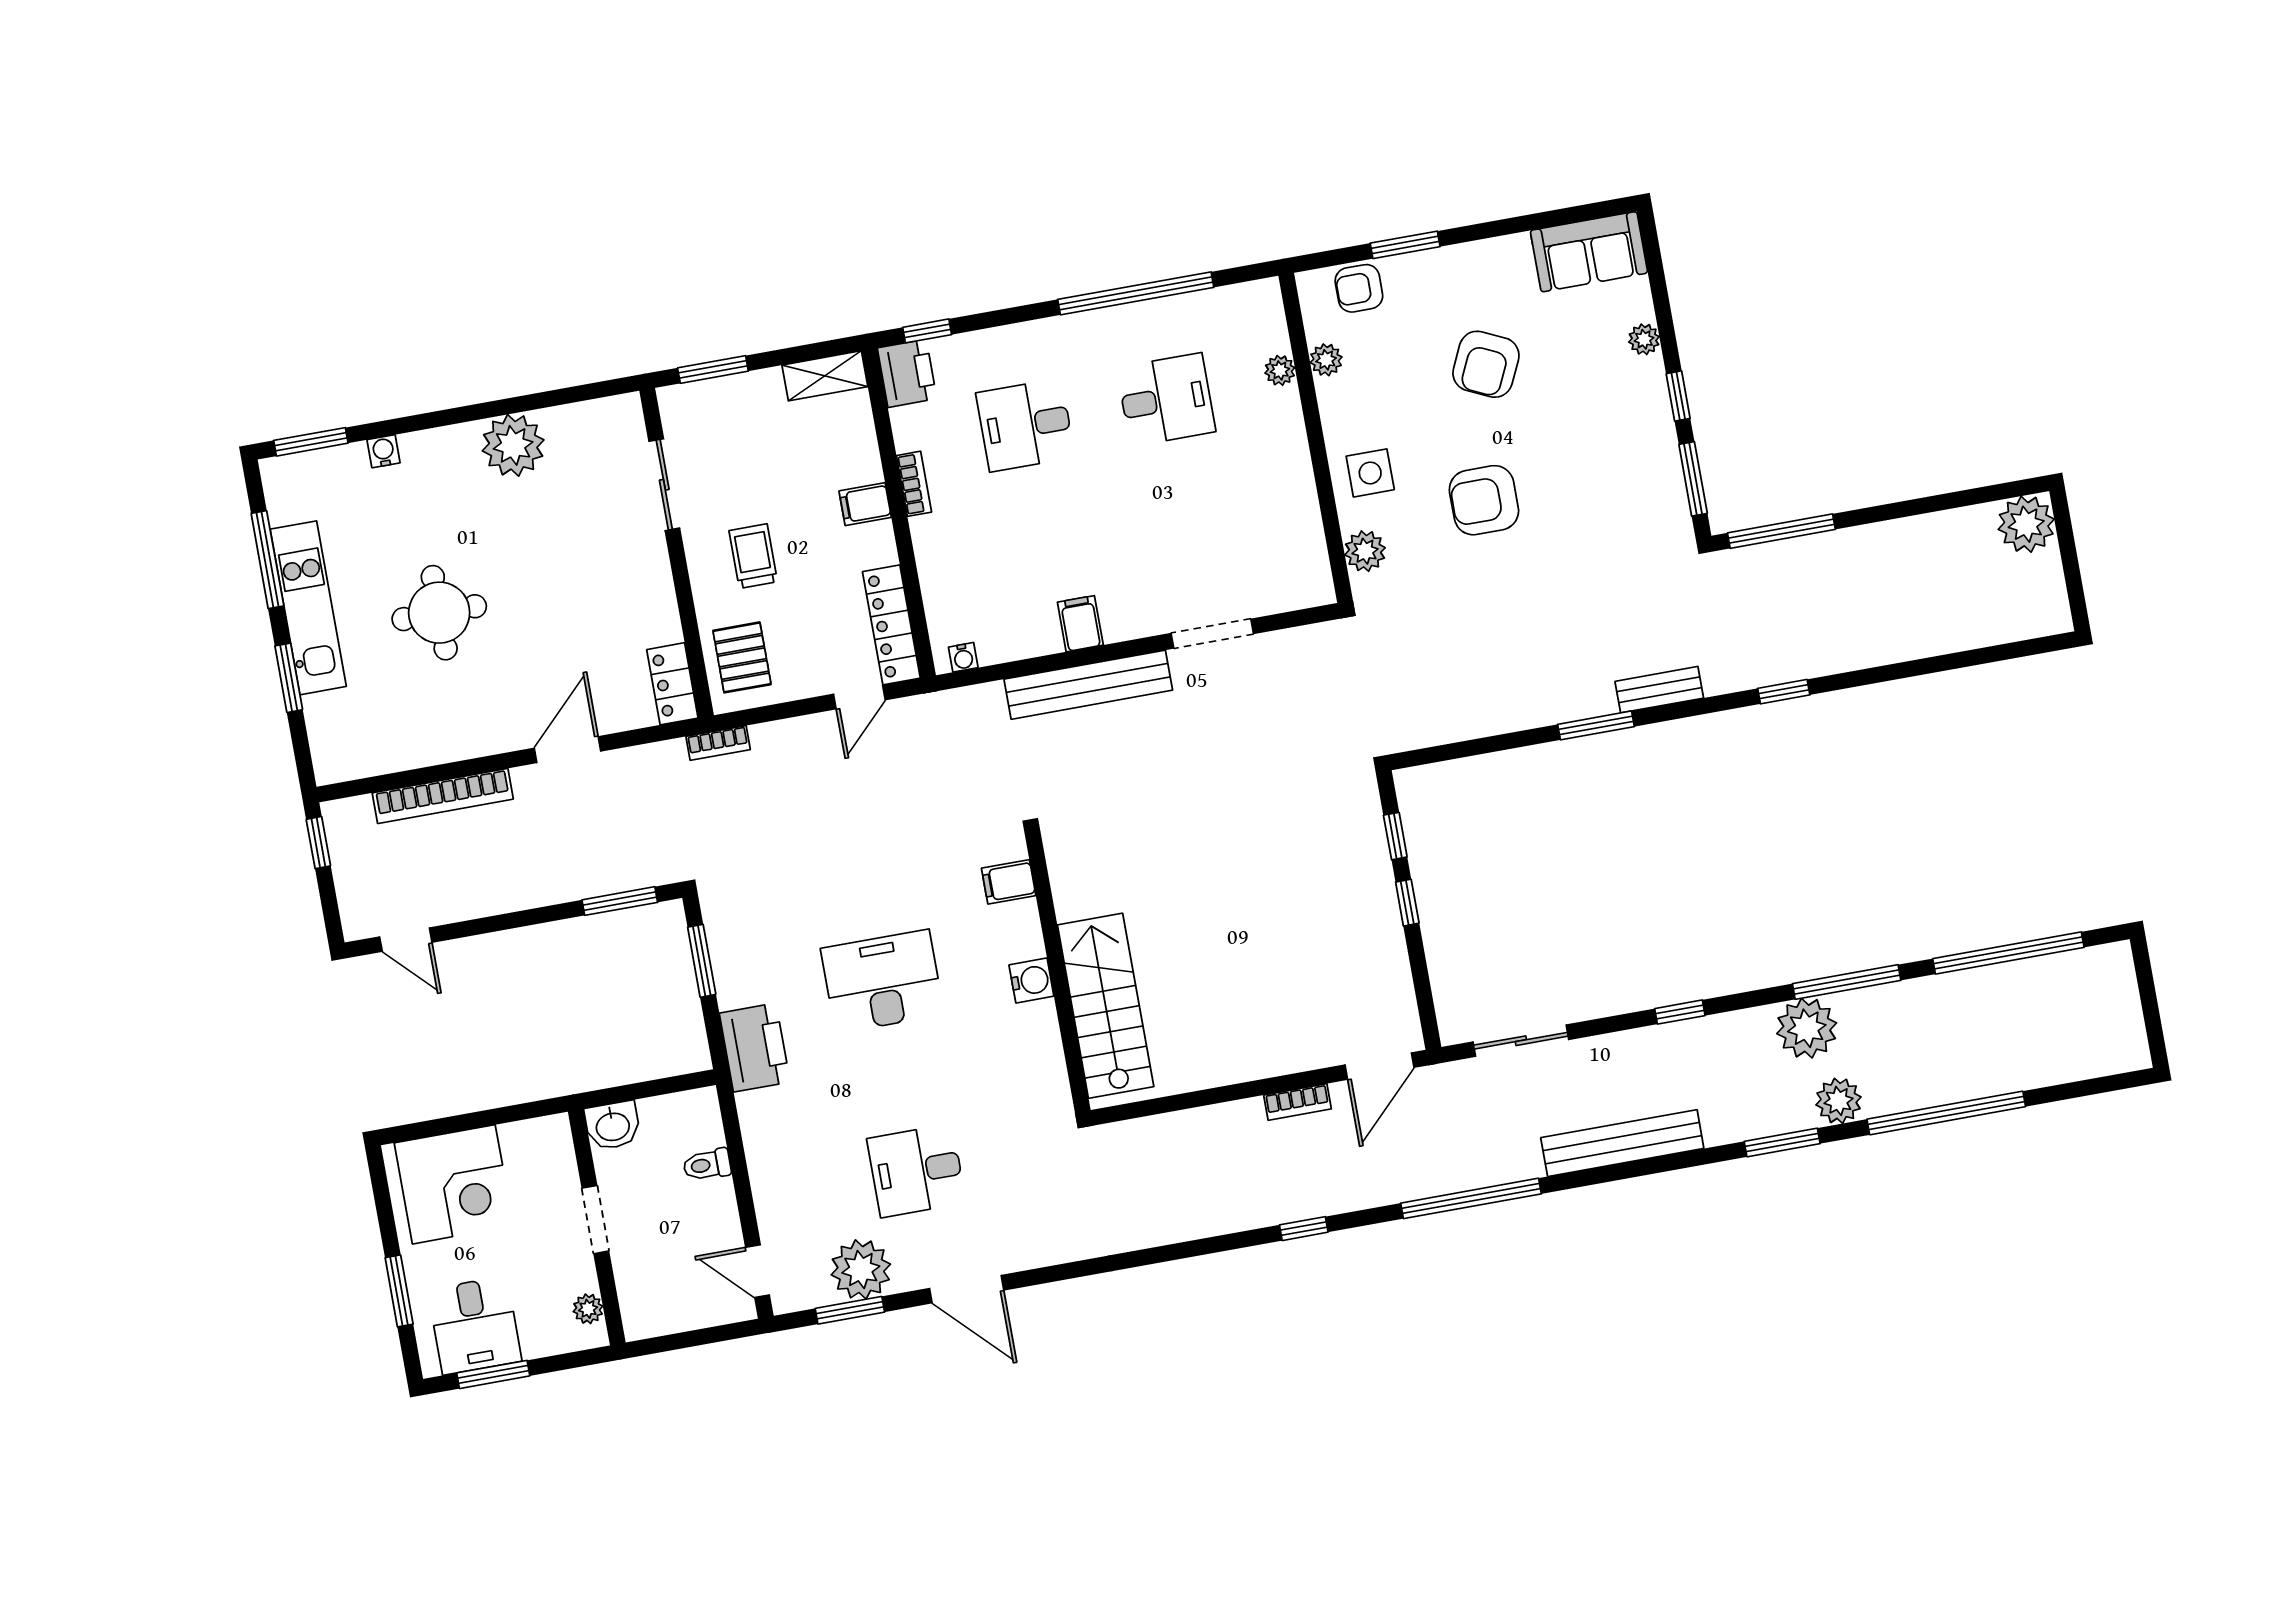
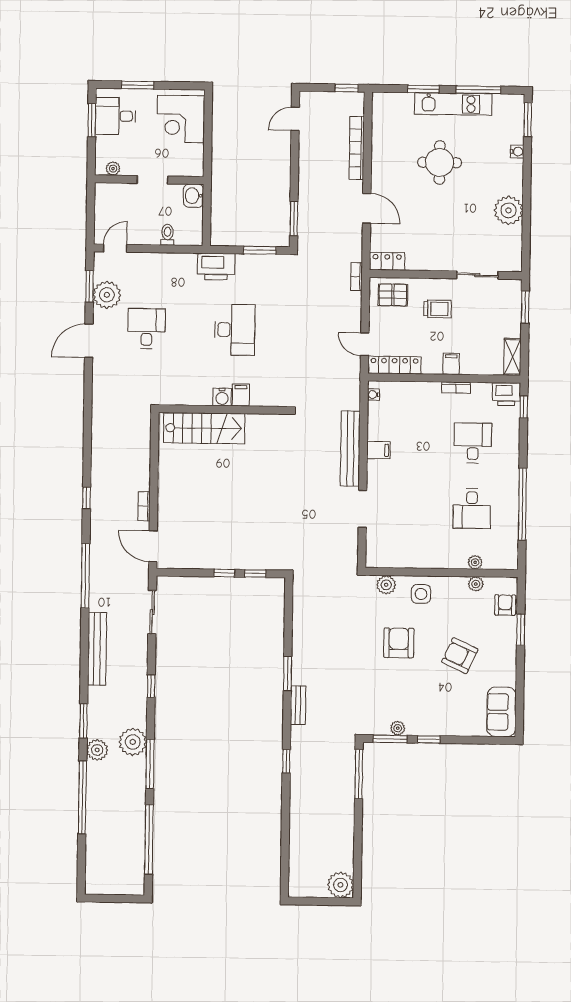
plant: (1644, 339) -> (398, 728), moved
filing cabinet: (1009, 882) -> (241, 395), moved

